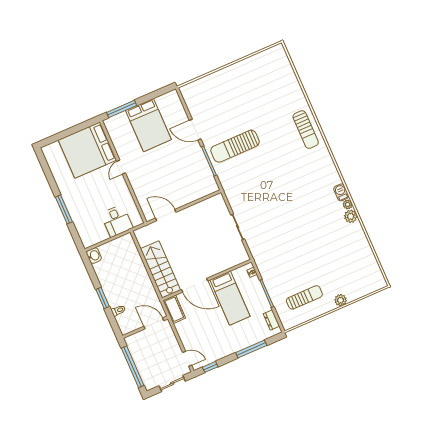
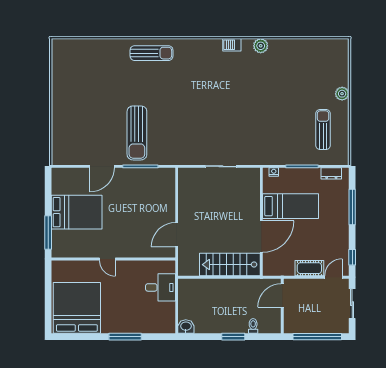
bed: (87, 150) -> (77, 308), moved, turned 180
plant: (348, 204) -> (247, 44), removed
cot: (174, 309) -> (309, 268), moved

